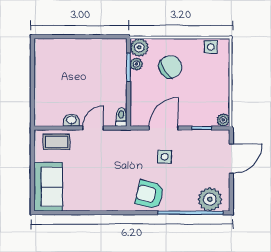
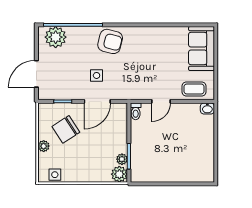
chair: (170, 67) -> (66, 129), moved
washbasin: (71, 120) -> (207, 108), moved
plant: (223, 120) -> (44, 146), moved

